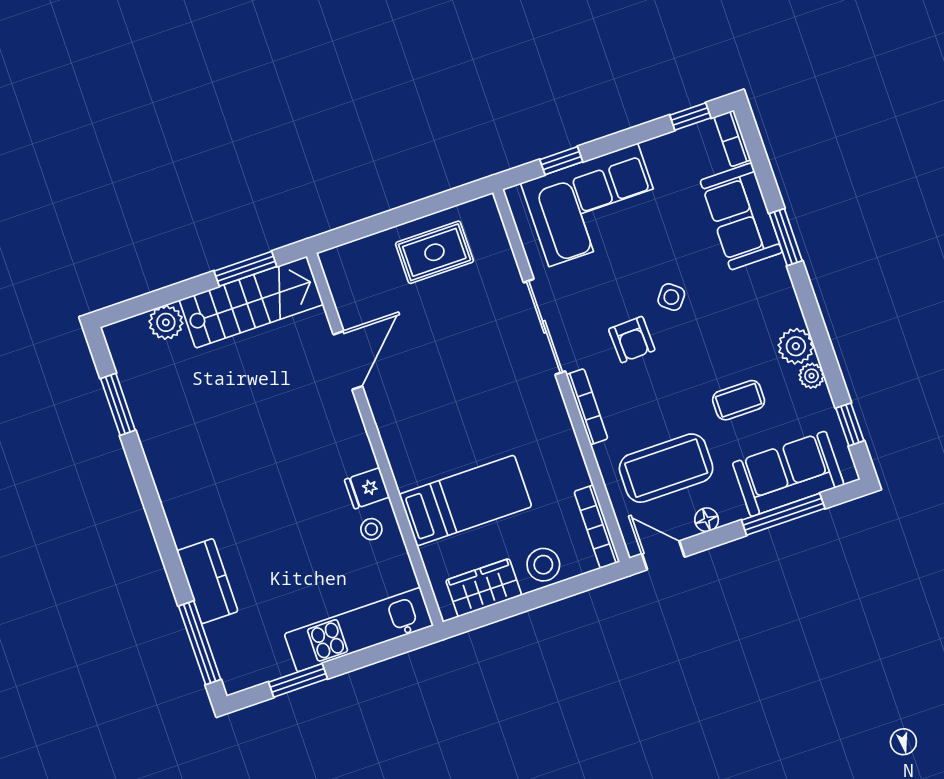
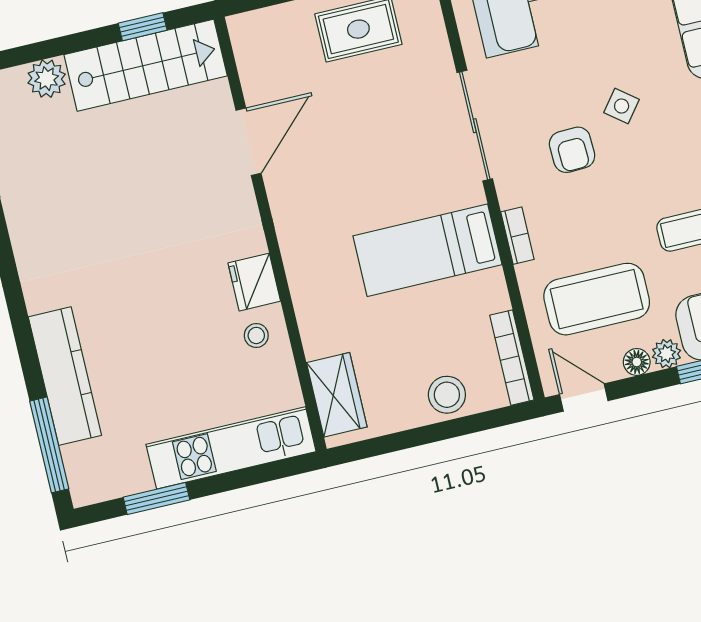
window: (245, 269) -> (143, 27), width x0.67
bookcase: (587, 407) -> (517, 236), width x0.64
fridge: (367, 488) -> (254, 282), width x1.38
bed: (465, 501) -> (427, 250), moved, turned 180
plant: (732, 510) -> (666, 354), added
kitchen counter: (207, 581) -> (65, 376), width x1.50
wardrobe: (484, 588) -> (337, 395), moved, turned 90

